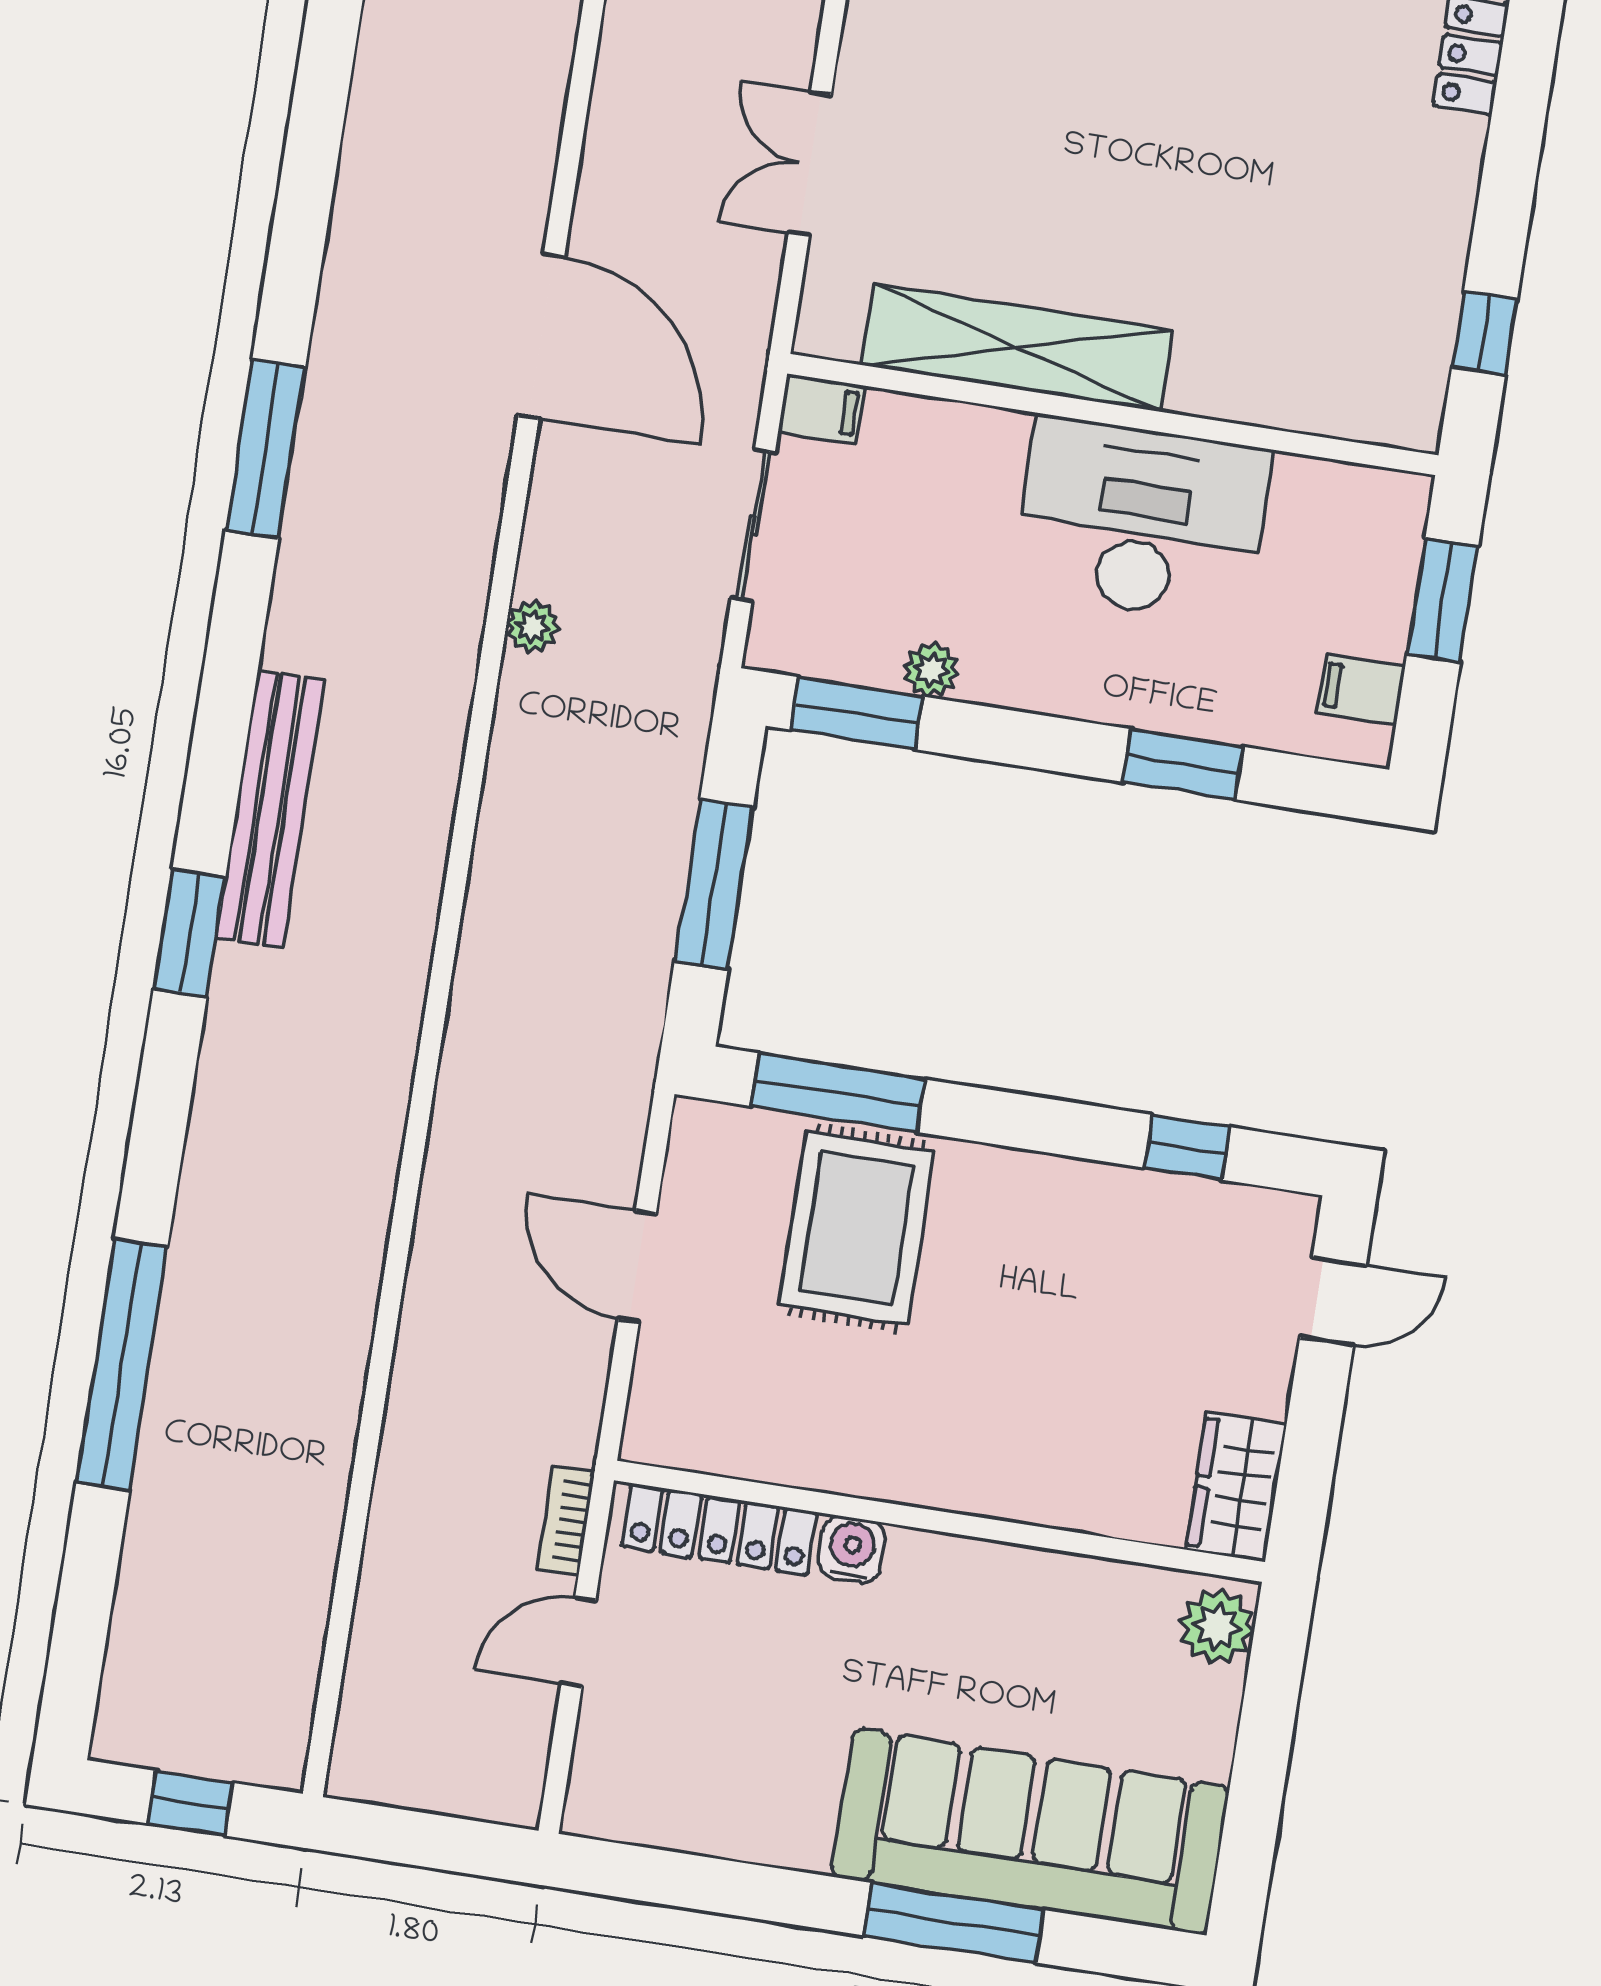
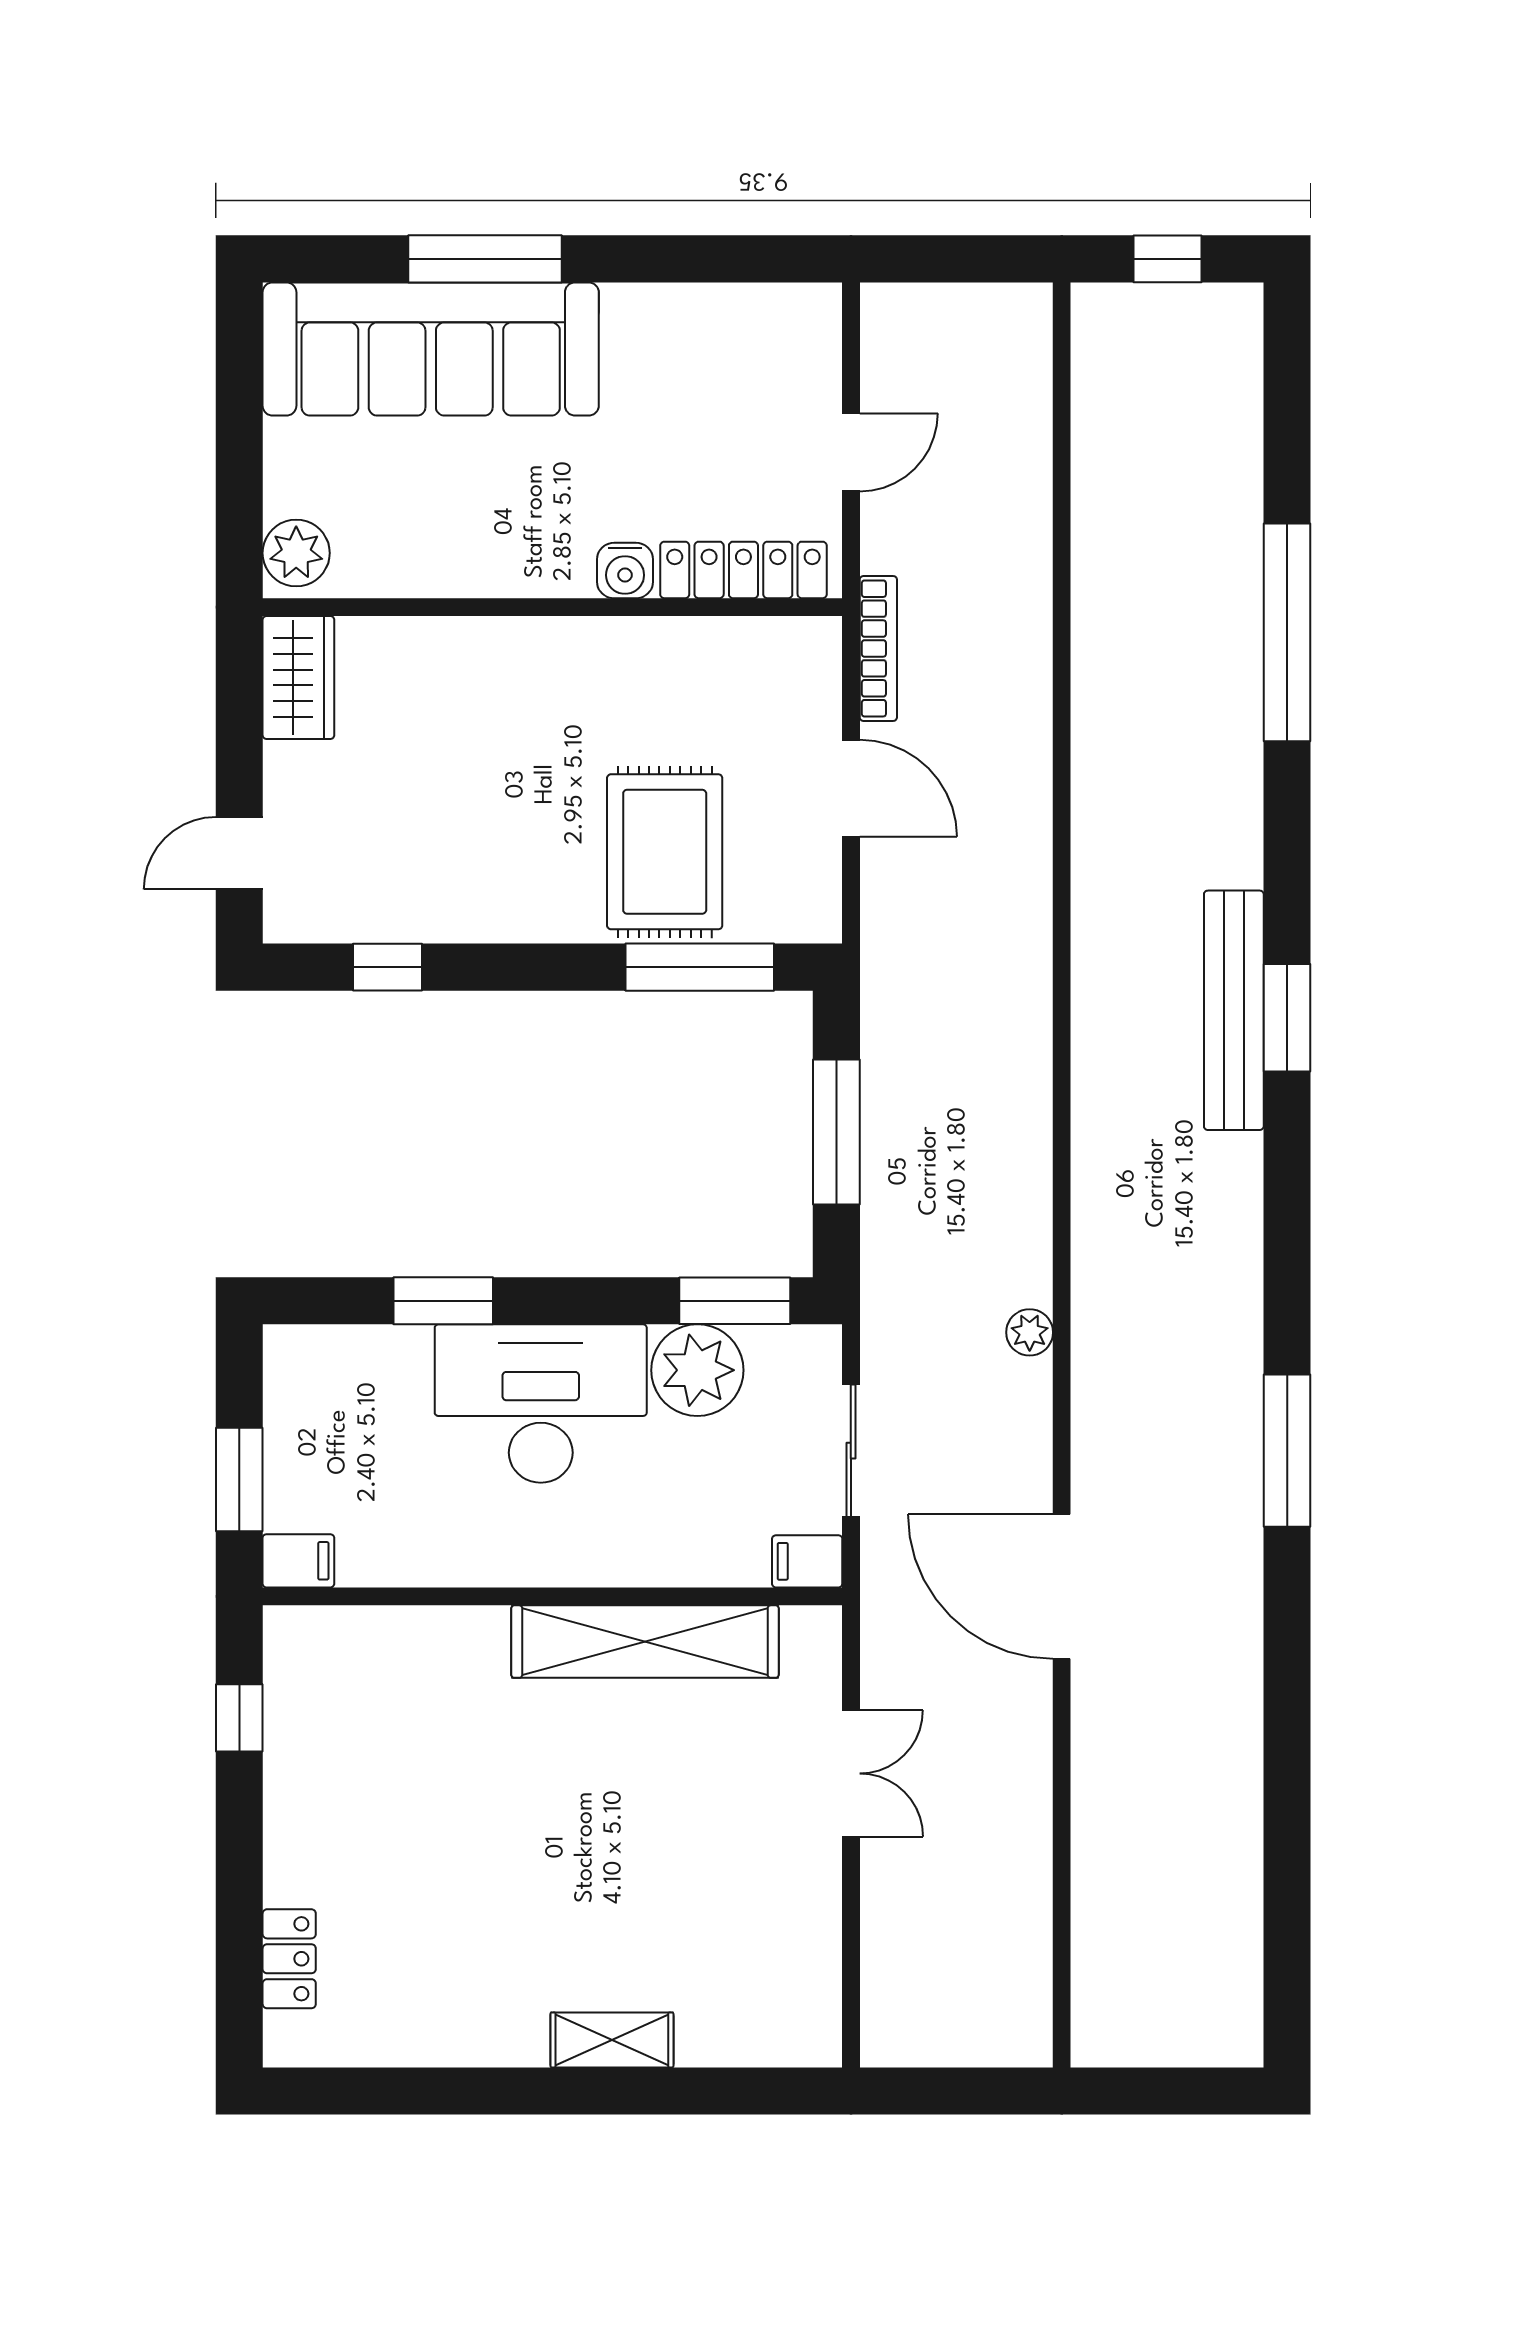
desk: (1141, 520) -> (541, 1403), moved, turned 180
plant: (931, 670) -> (697, 1370), width x1.88, depth x1.88
filing cabinet: (1361, 689) -> (298, 1561), moved
bench: (270, 809) -> (1234, 1010), moved
bookcase: (566, 1521) -> (878, 648), moved, width x1.56

